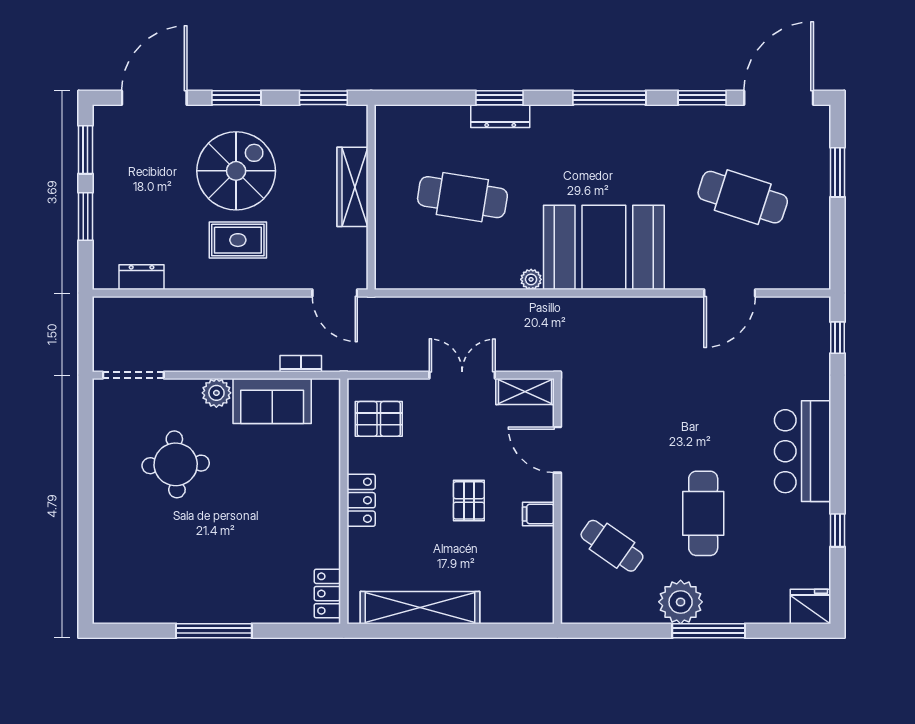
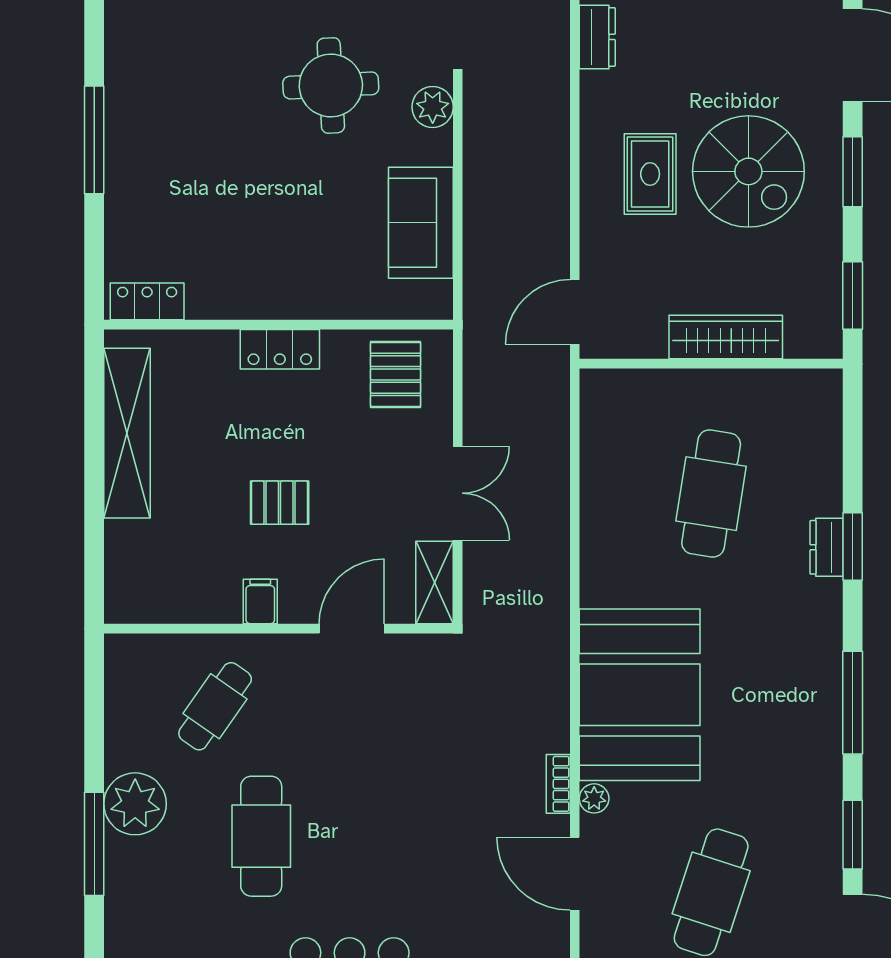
dresser: (500, 116) -> (826, 547), width x0.70
plant: (531, 279) -> (594, 798), moved
bookcase: (301, 364) -> (558, 784), moved, turned 180
plant: (216, 393) -> (433, 107), moved
cafe table: (703, 513) -> (261, 836), turned 90

